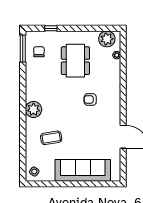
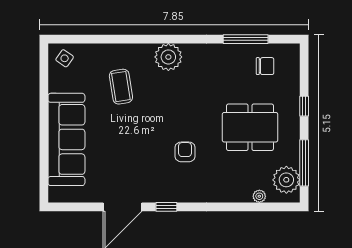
window: (51, 28) -> (304, 106), moved
window: (97, 28) -> (304, 163), added
window: (23, 49) -> (246, 39), moved
window: (123, 111) -> (166, 207), added

